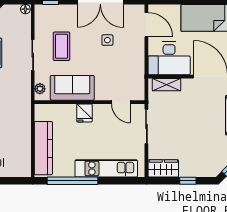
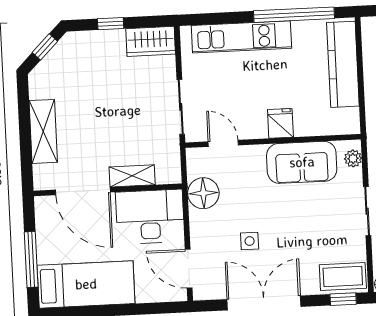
coffee table: (61, 46) -> (343, 277), moved, turned 90
floor lamp: (135, 72) -> (203, 193), added
shelving: (166, 85) -> (132, 176), moved

